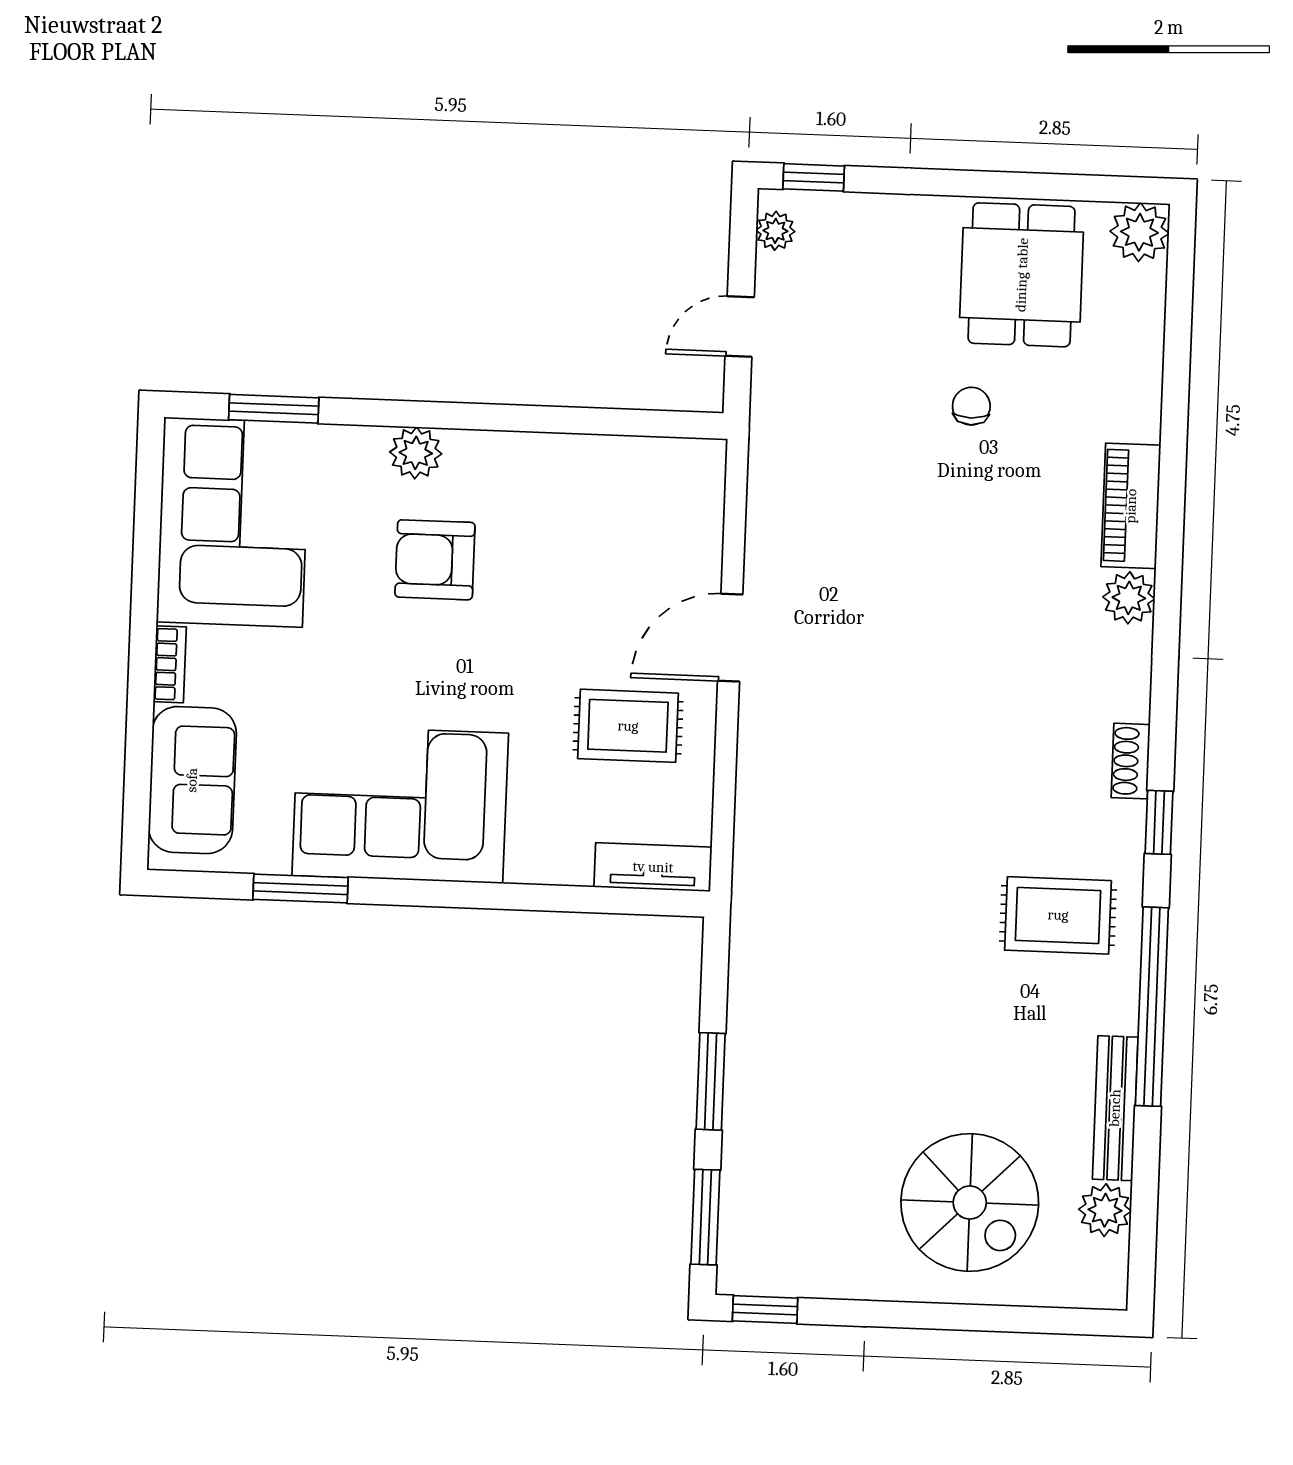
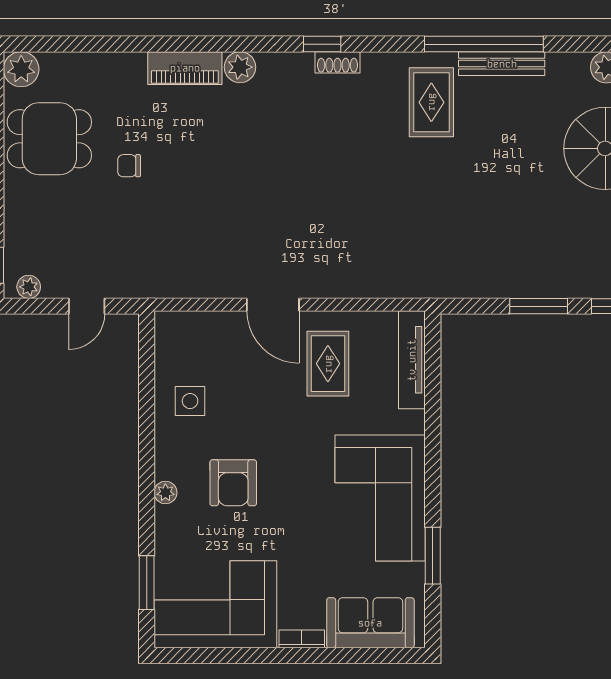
door: (740, 326) -> (87, 306), hinge flipped
plant: (416, 453) -> (165, 493), width x0.73, depth x0.73
side table: (574, 493) -> (190, 401), added
window: (1159, 822) -> (322, 44), moved
tv unit: (653, 867) -> (412, 360), width x1.41
bench: (1115, 1108) -> (502, 64), moved

